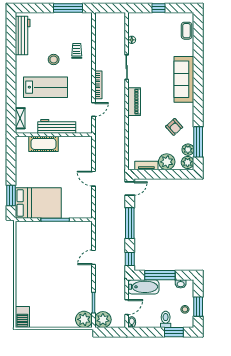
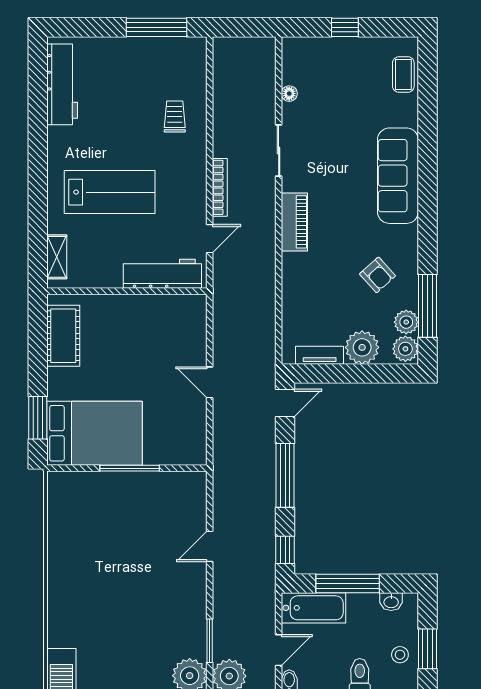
stool: (54, 59) -> (127, 135), removed
workbench: (57, 126) -> (162, 274), moved
cot: (43, 144) -> (63, 336), moved, turned 90

